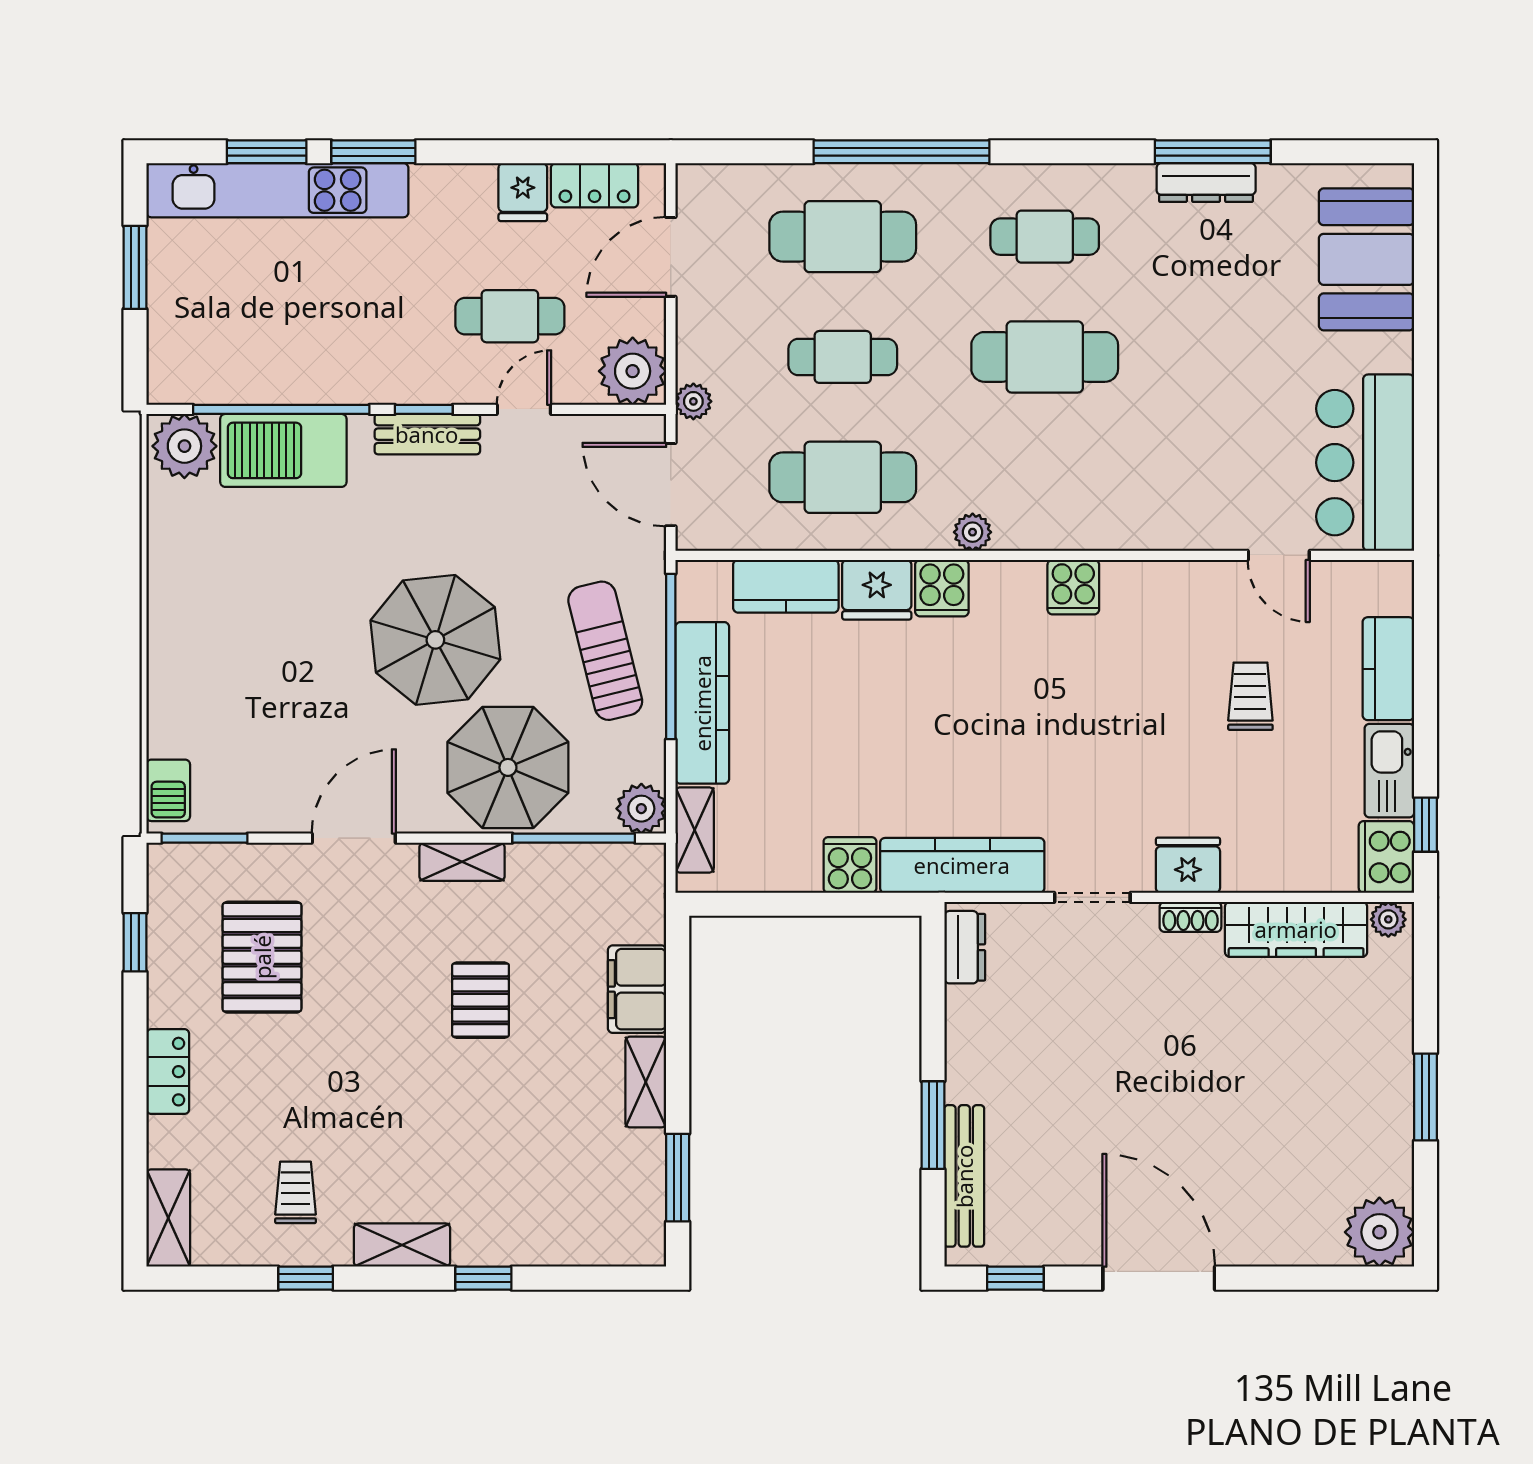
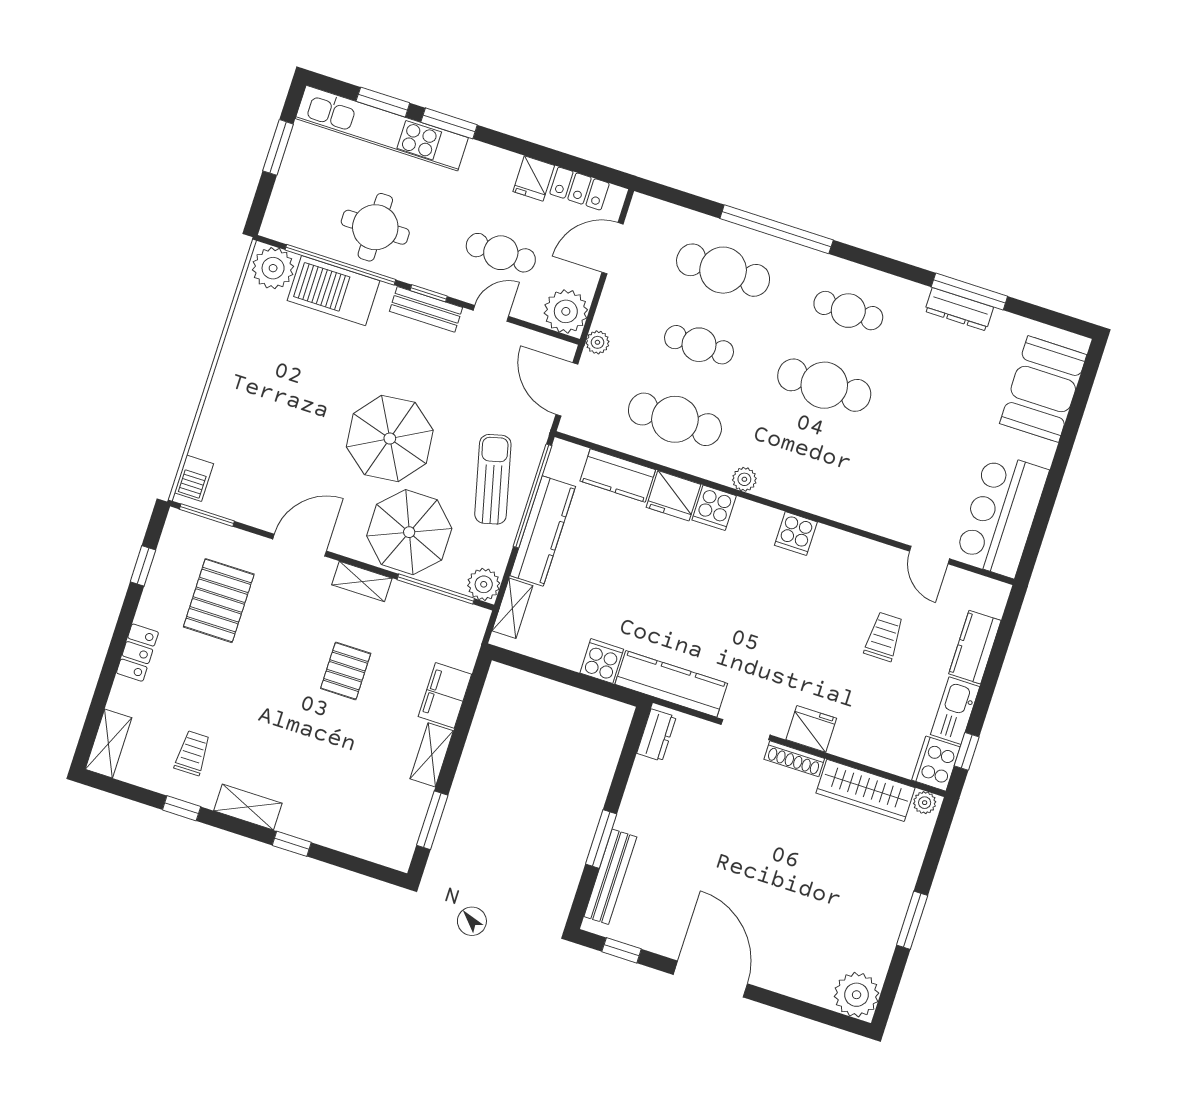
round table: (315, 338) -> (375, 227), added
shoe rack: (1190, 917) -> (794, 759), width x1.43

